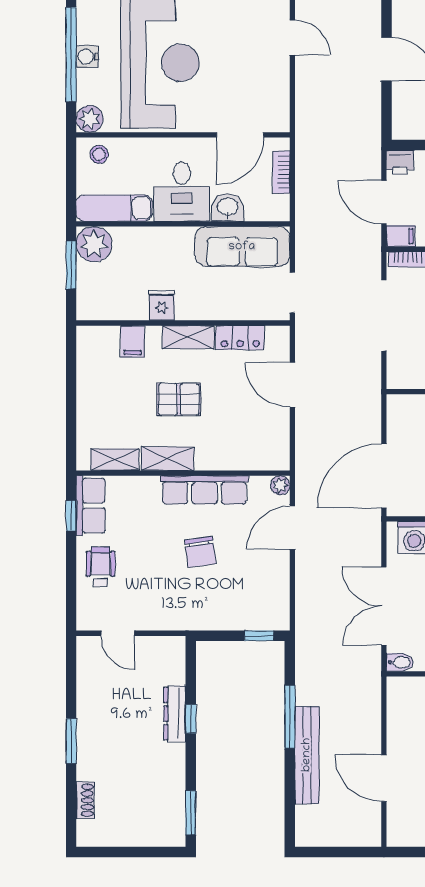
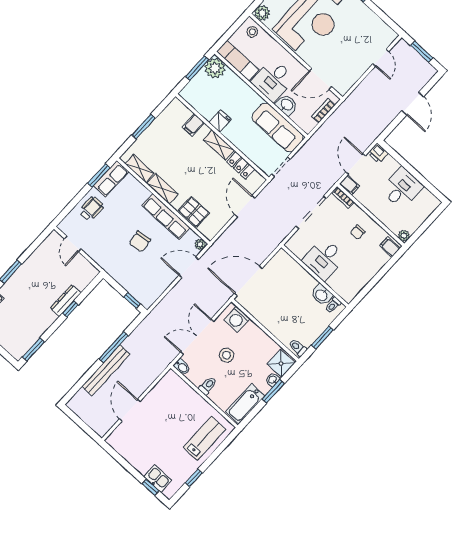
pallet: (179, 399) -> (194, 212), moved
window: (71, 402) -> (144, 127), added
window: (71, 516) -> (99, 175), width x1.50

